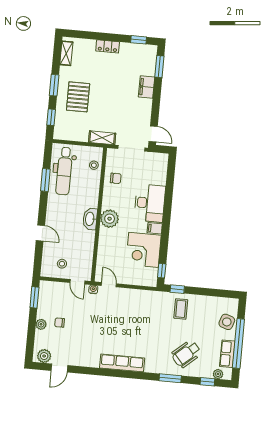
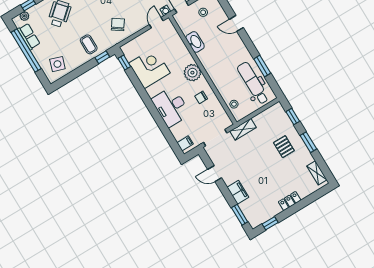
pallet: (78, 97) -> (284, 147), width x0.67, depth x0.71
door: (153, 134) -> (215, 174), moved
chair: (116, 178) -> (201, 97), moved
washbasin: (90, 219) -> (195, 42), moved
filing cabinet: (155, 228) -> (185, 143), moved
door: (109, 285) -> (156, 23), swing flipped
chair: (143, 307) -> (118, 24), added
side table: (227, 322) -> (57, 64), moved

